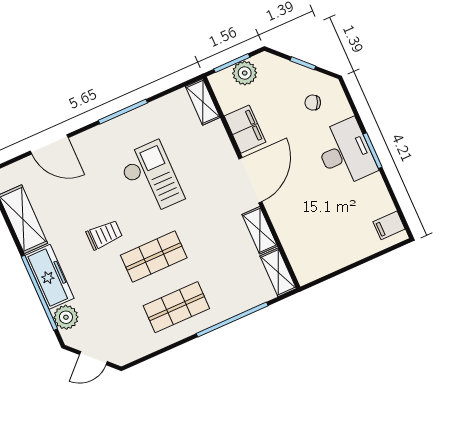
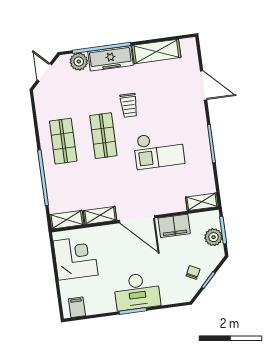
chair: (313, 103) -> (193, 272), moved
door: (49, 144) -> (204, 85), swing flipped
corner desk: (325, 246) -> (76, 258), added

